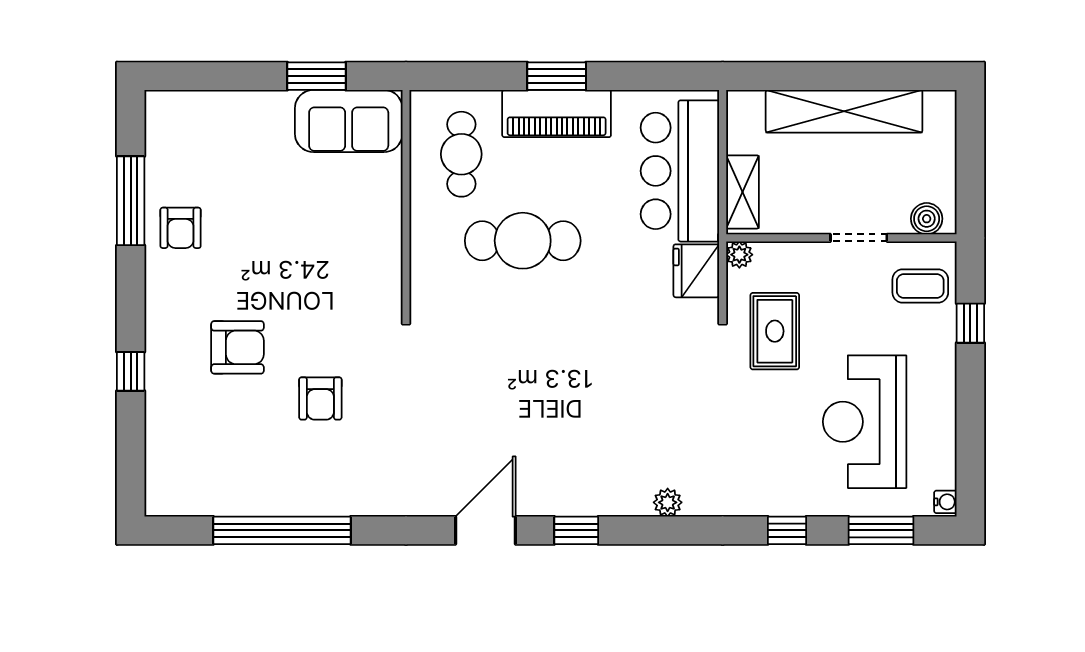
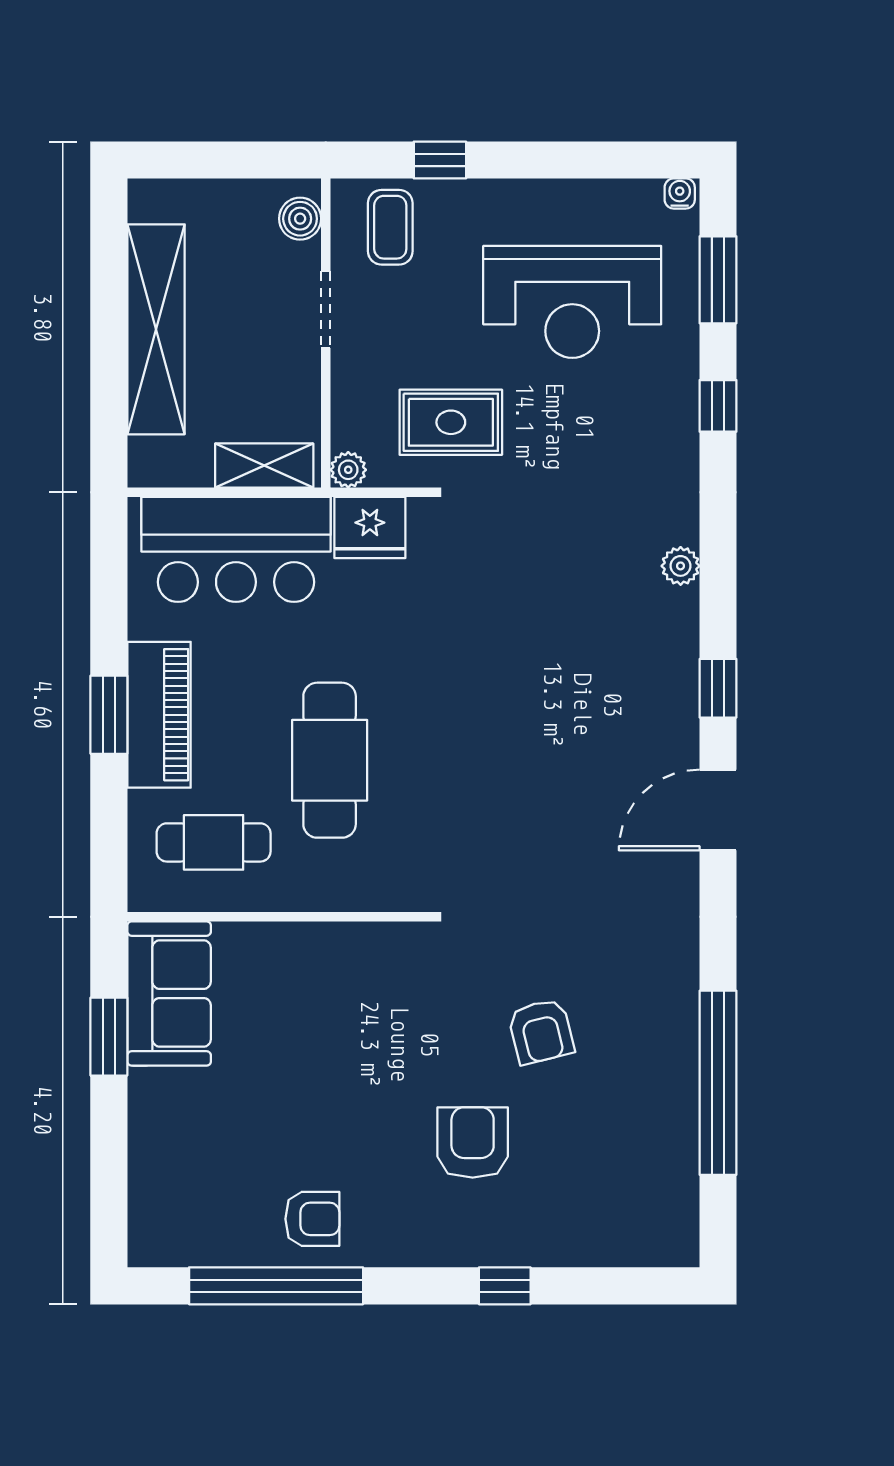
window: (131, 201) -> (276, 1286), width x1.46
armchair: (320, 398) -> (541, 1031), turned 76
door: (486, 530) -> (718, 810), hinge flipped

